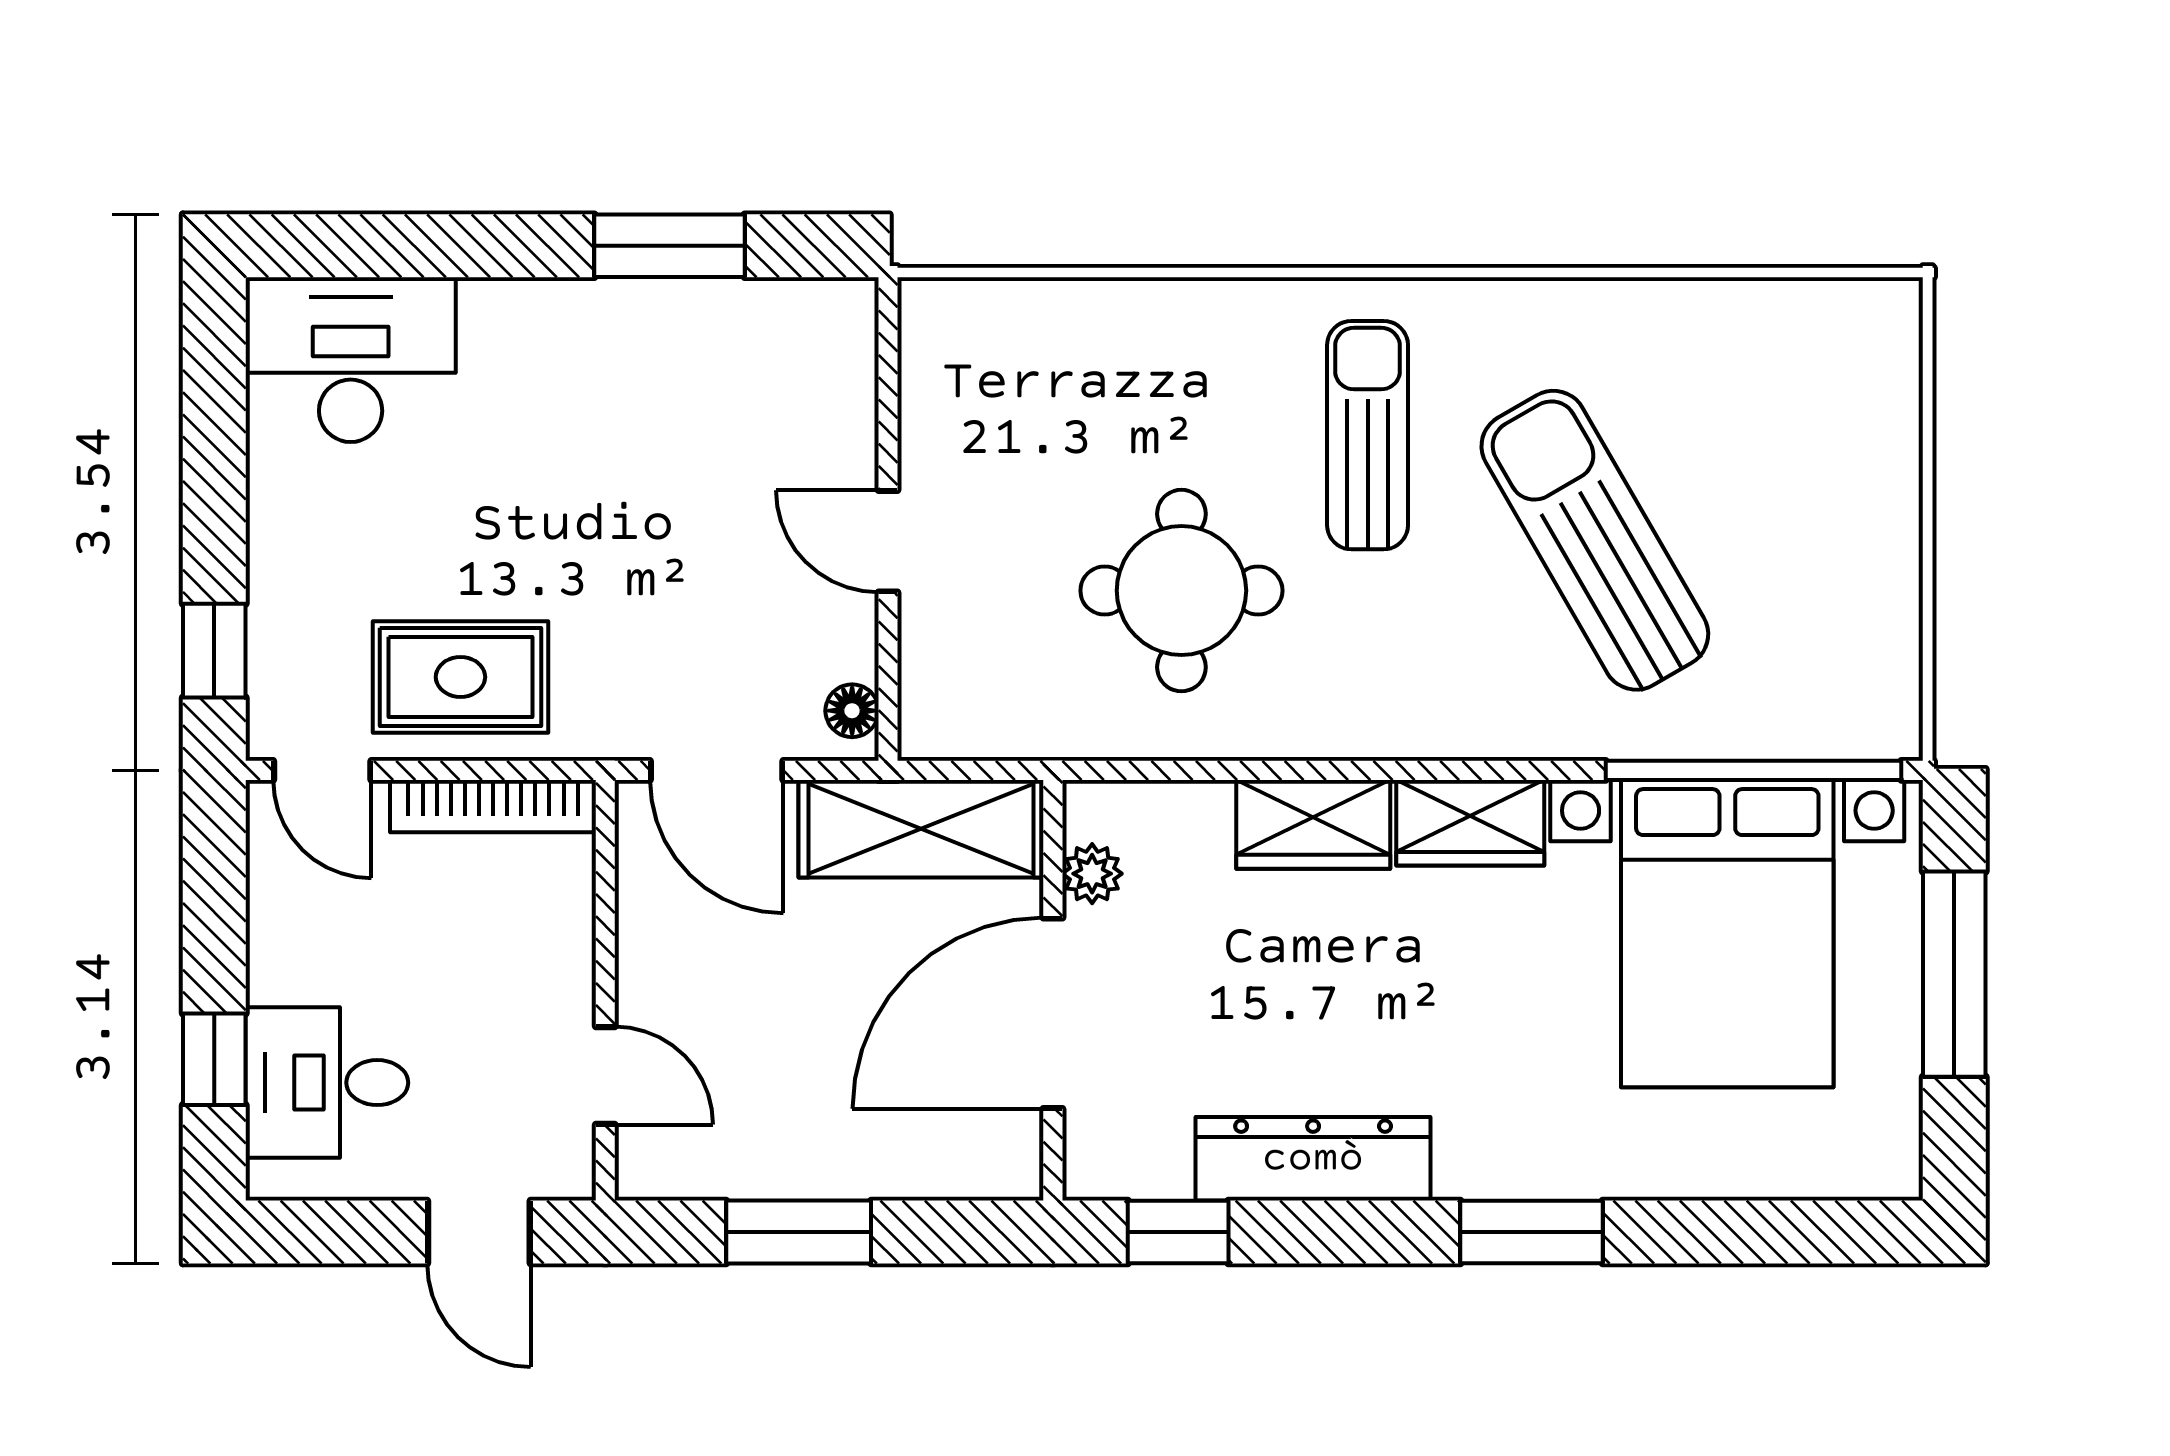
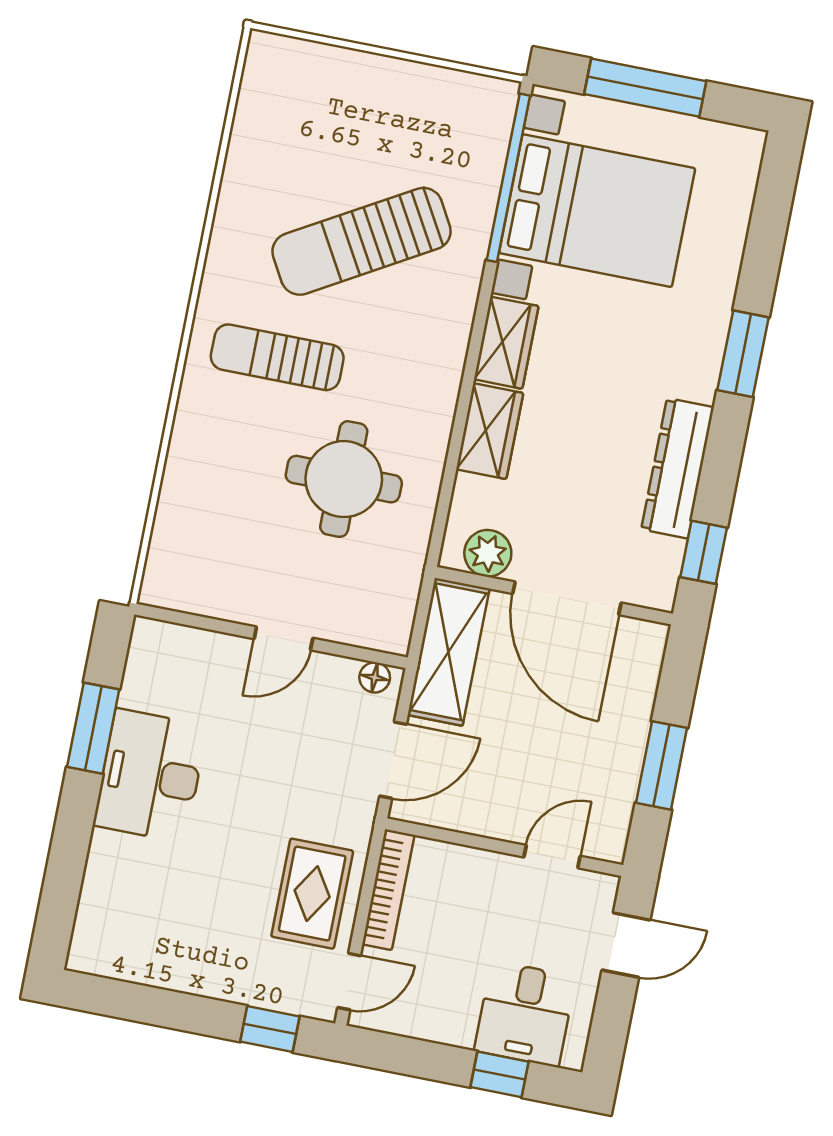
desk: (351, 360) -> (150, 776), moved
plant: (1092, 874) -> (488, 553), width x1.38, depth x1.38

